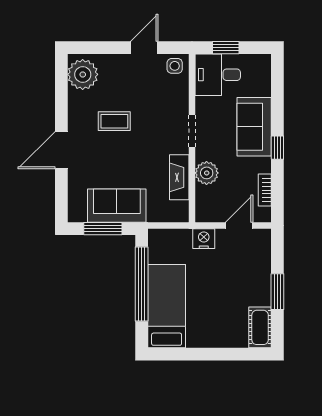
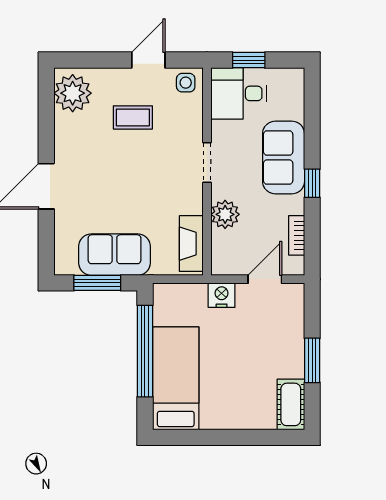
coffee table: (114, 121) -> (133, 117), moved
fireplace: (179, 177) -> (191, 244), moved

